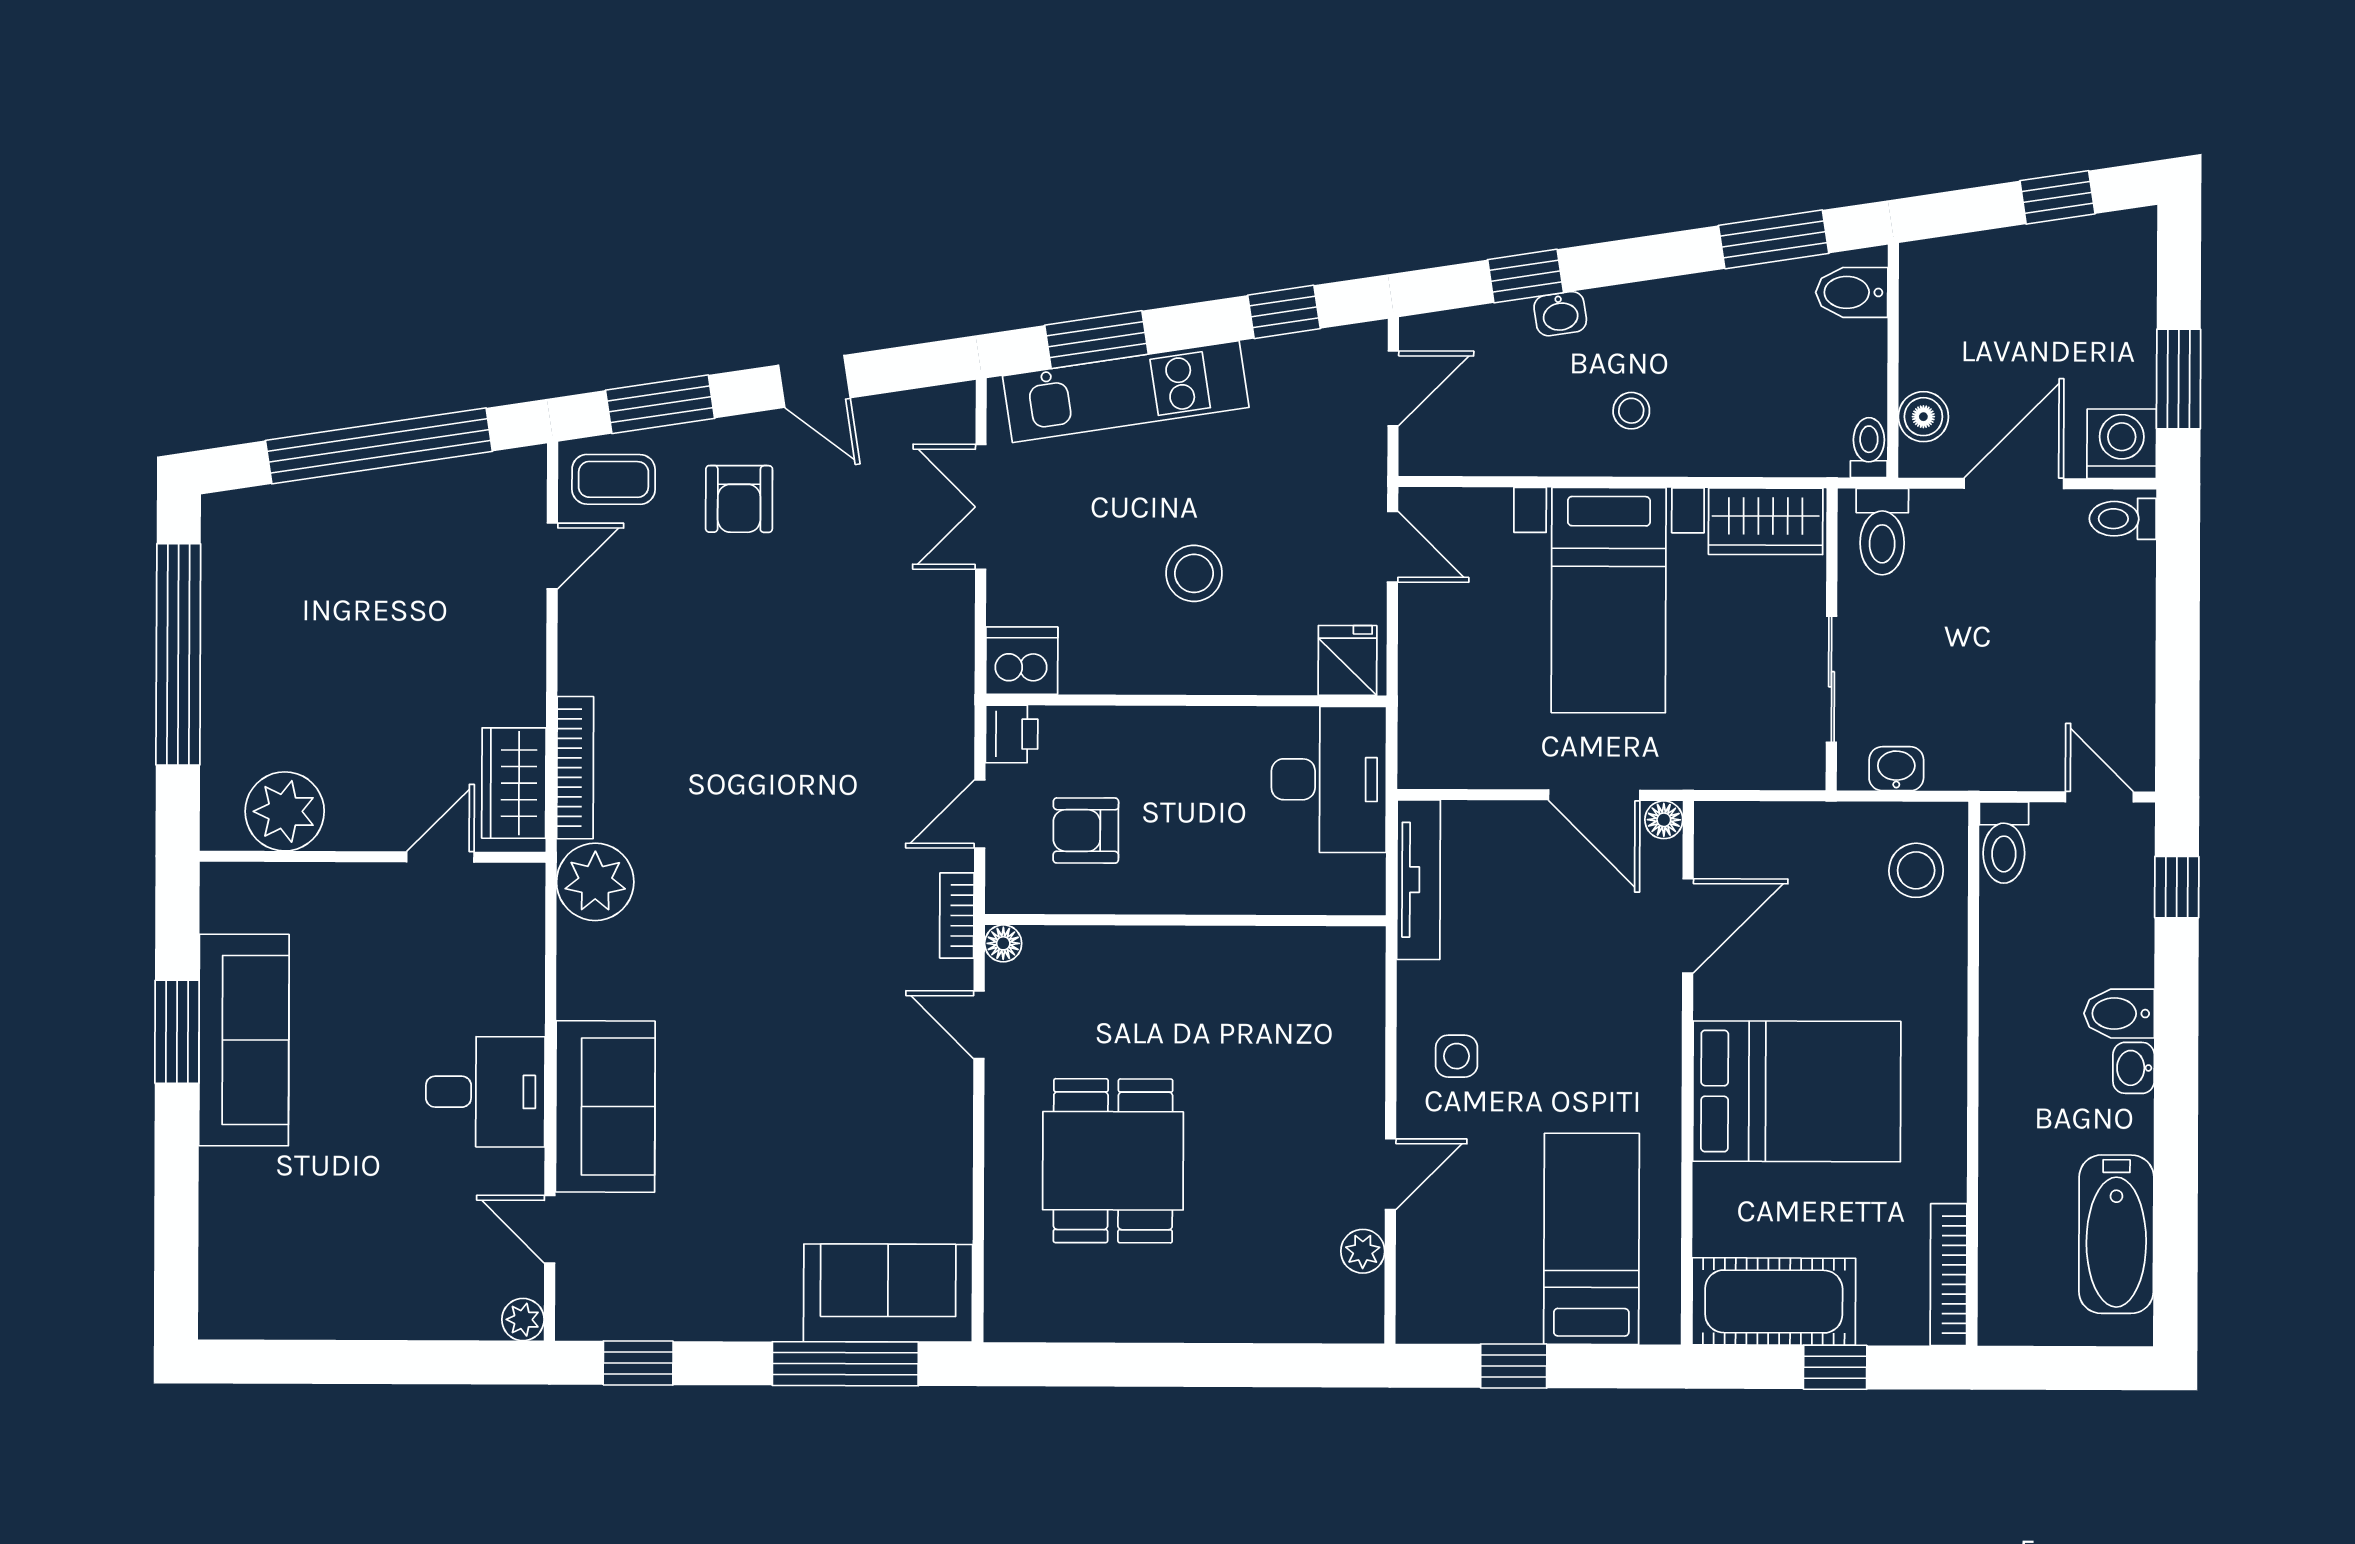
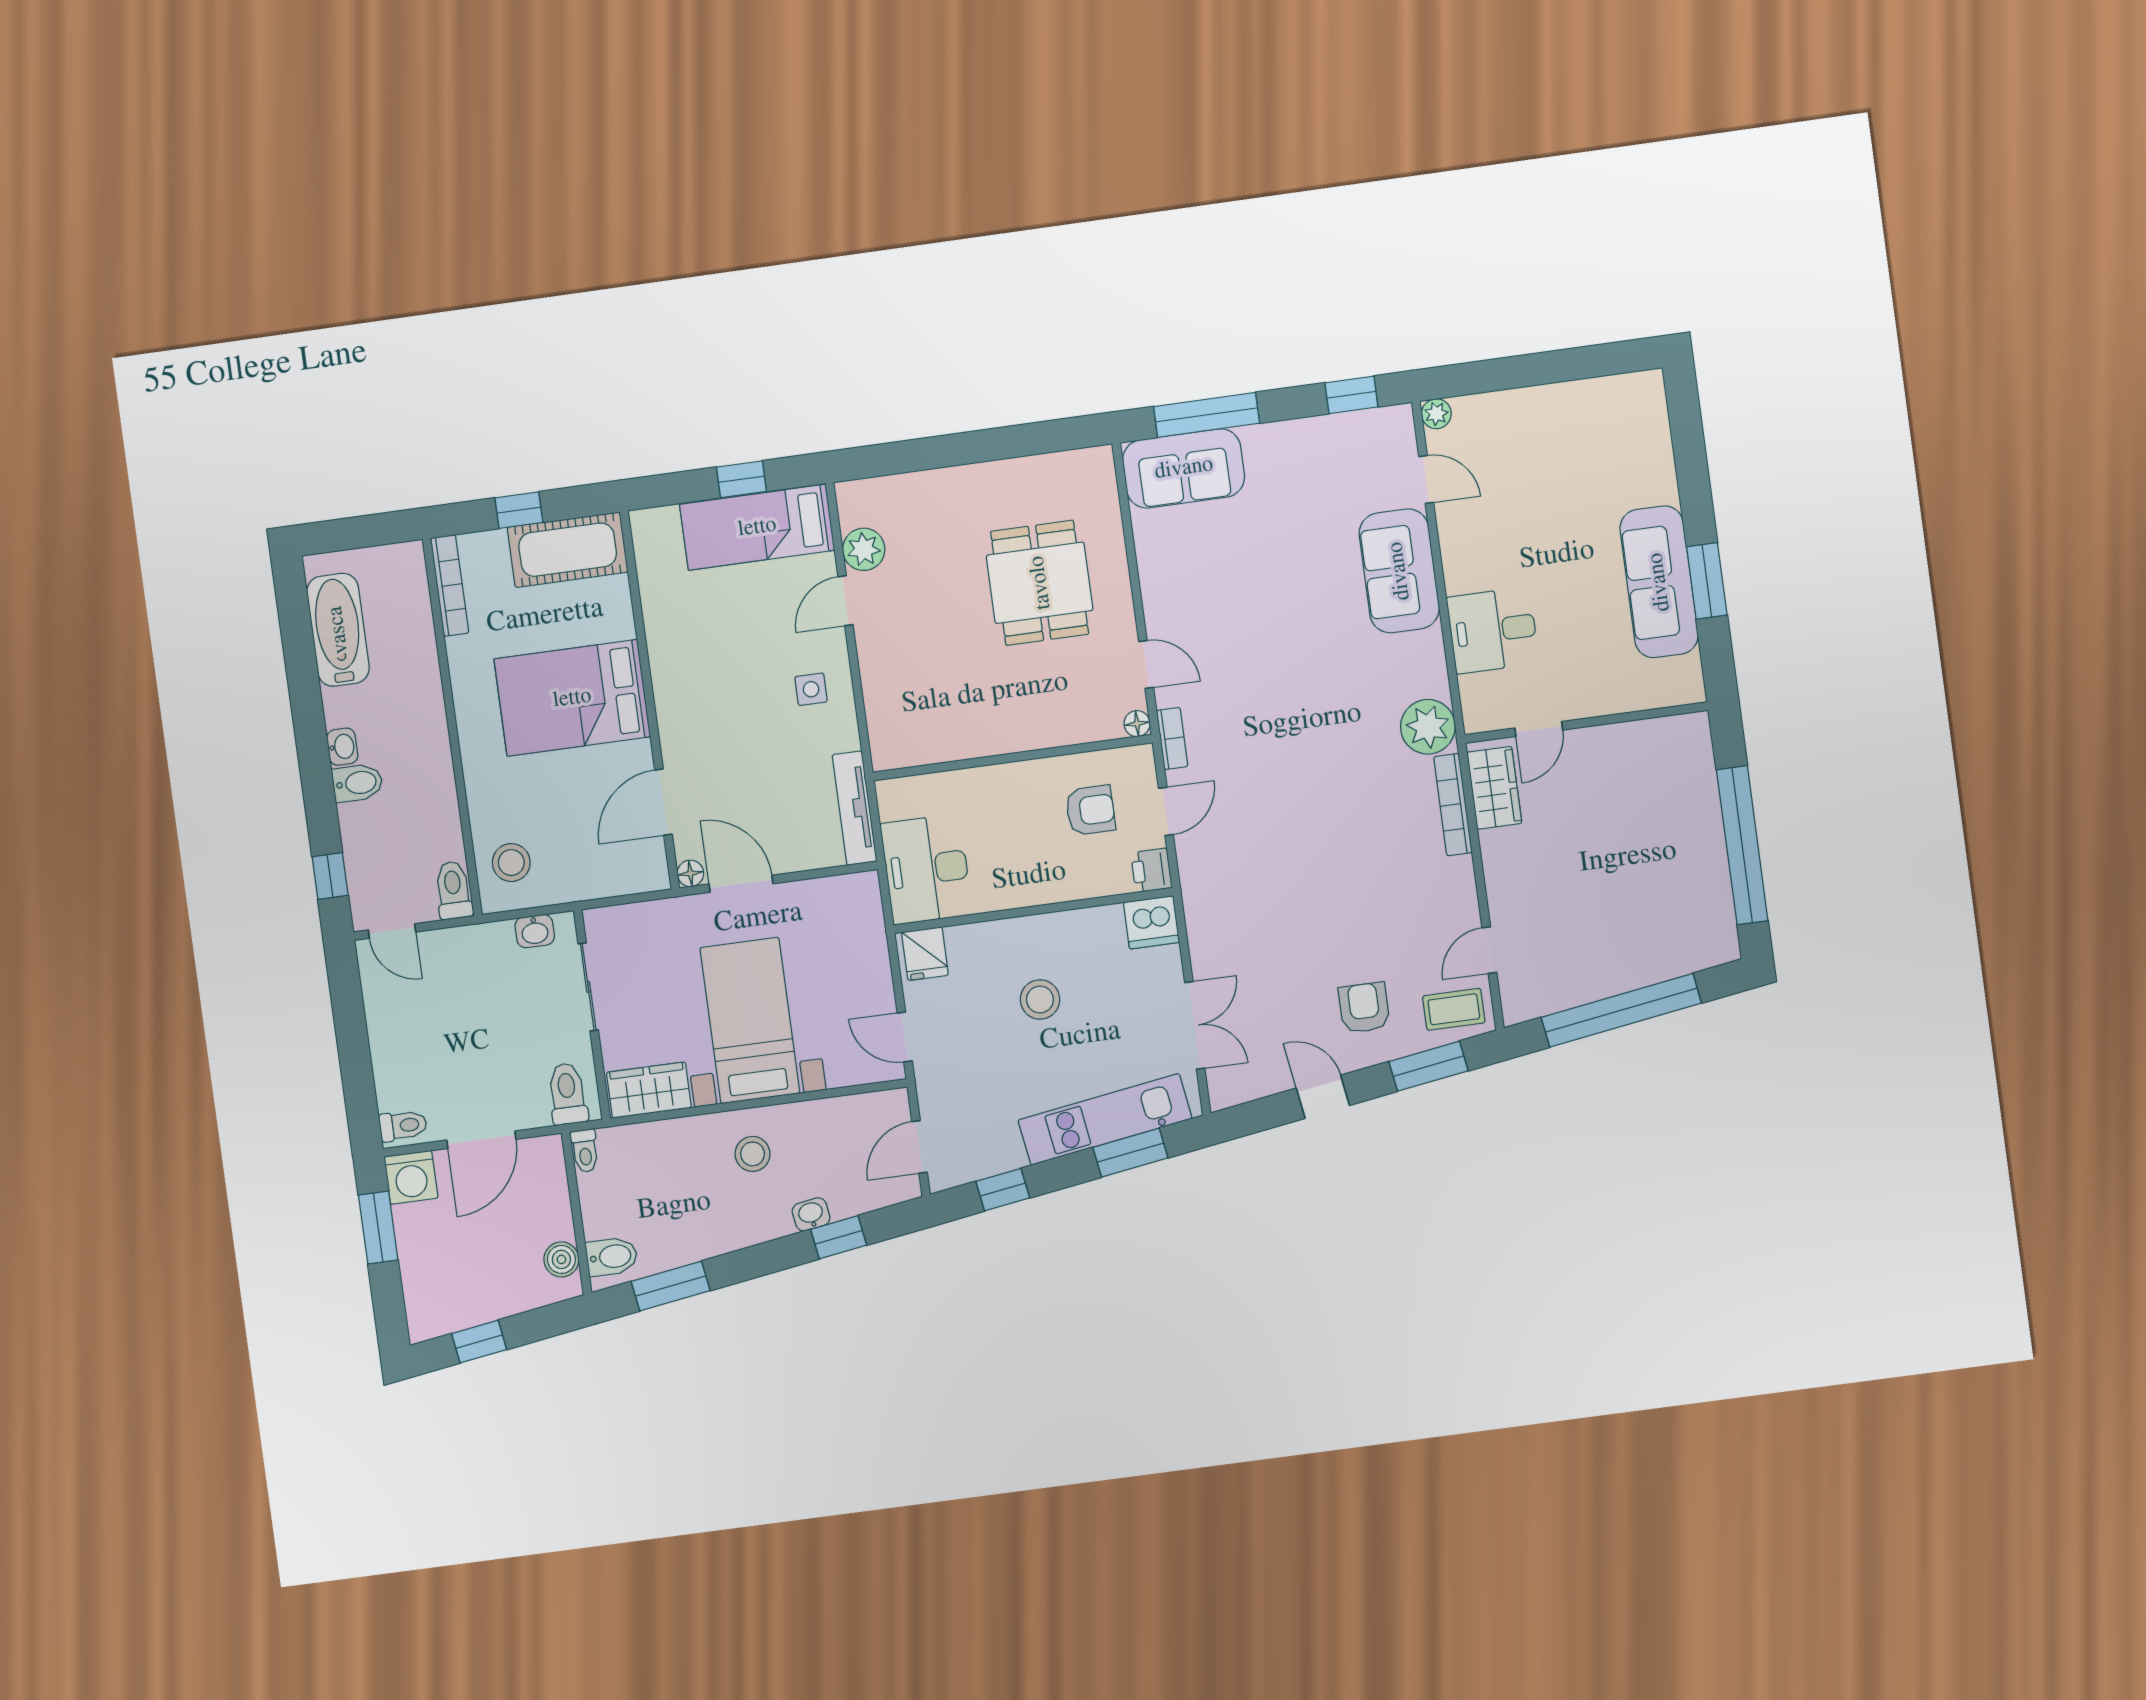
stool: (1631, 411) -> (753, 1154), width x1.37, depth x1.37
boiler: (1923, 417) -> (561, 1259), moved
plant: (285, 811) -> (1652, 746), removed
desk: (485, 1092) -> (1493, 630), moved
bed: (1592, 1239) -> (757, 527), moved, turned 90
plant: (1363, 1251) -> (864, 549), width x1.38, depth x1.38

